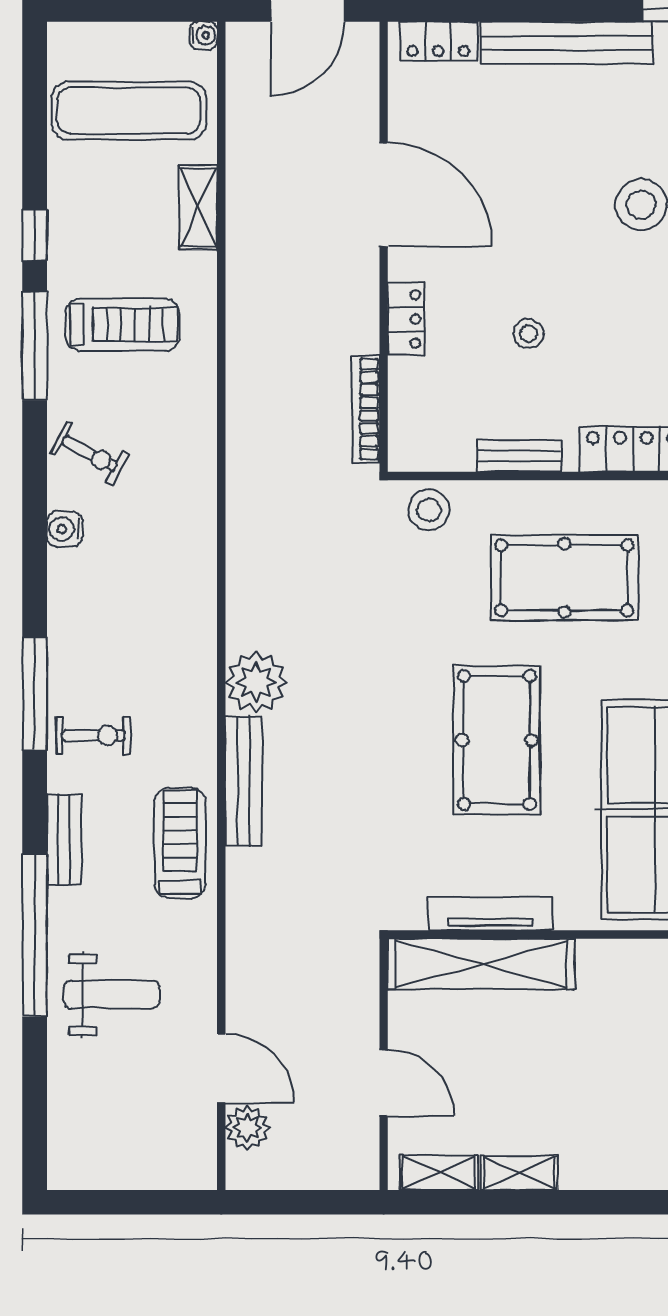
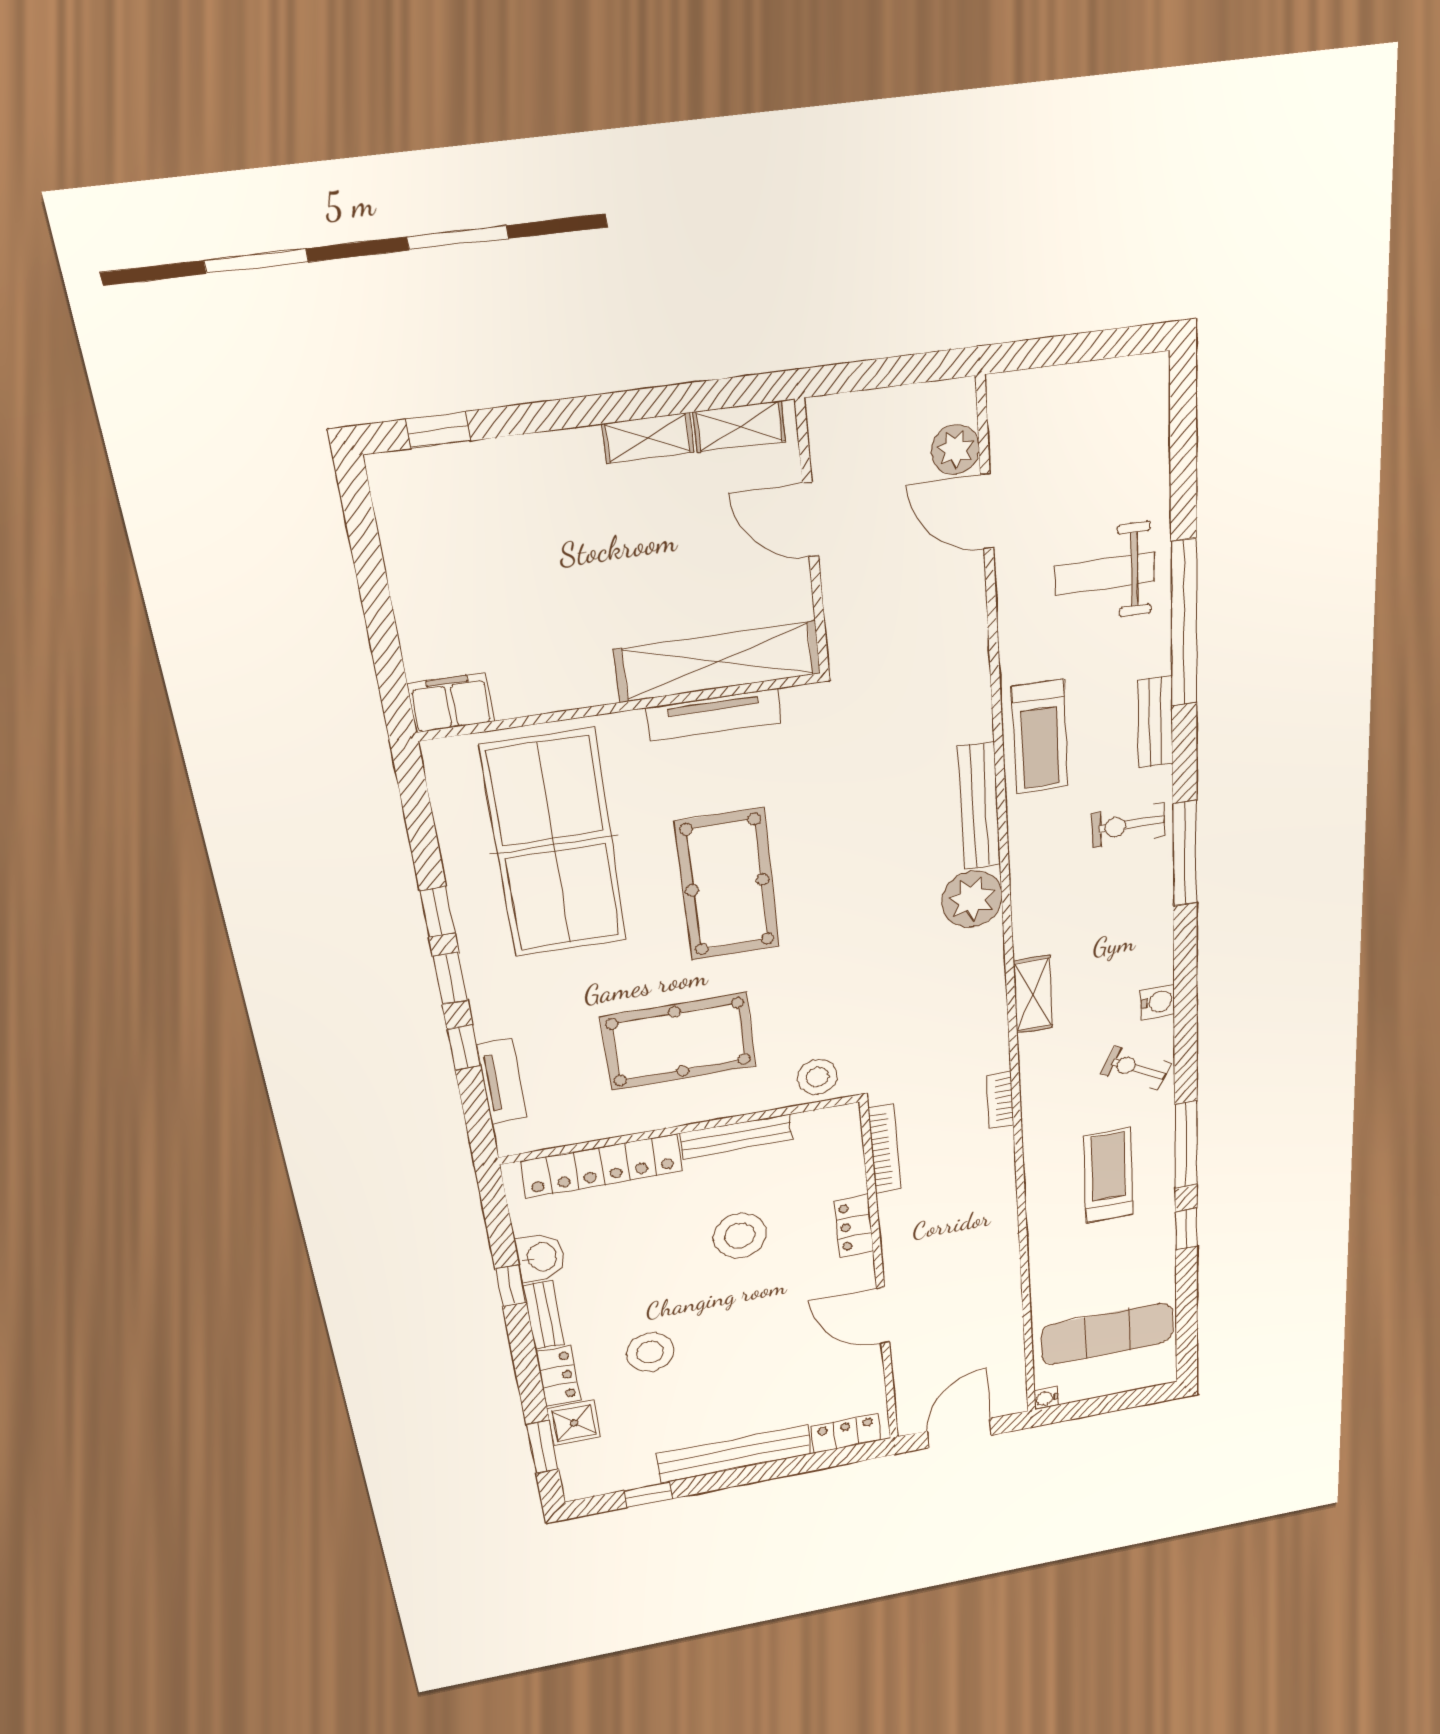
door: (384, 195) -> (883, 1316), width x0.73
shelving: (198, 208) -> (1033, 994), moved
treadmill: (123, 325) -> (1109, 1175), turned 90
stool: (529, 334) -> (740, 1236), width x1.89, depth x1.89
bookcase: (239, 444) -> (1000, 1100), added
bench: (519, 456) -> (736, 1137), width x1.36

